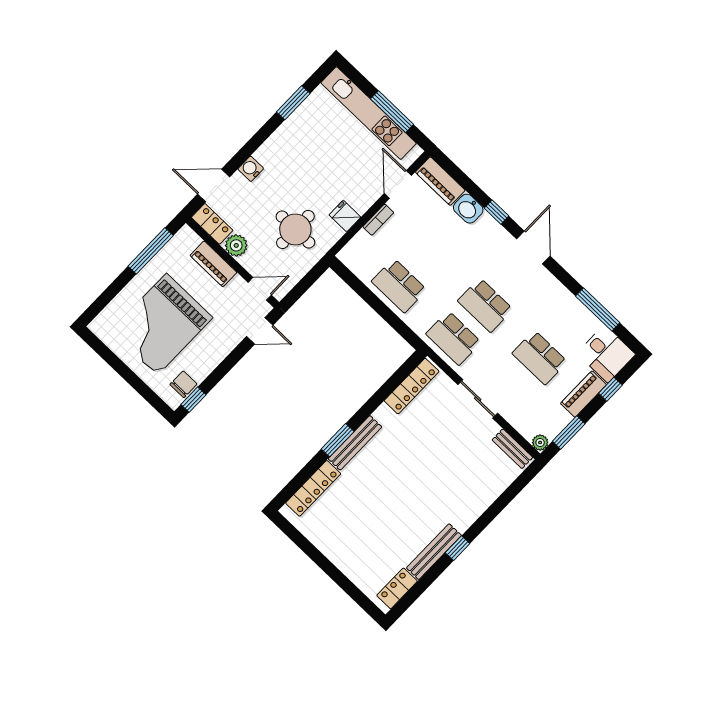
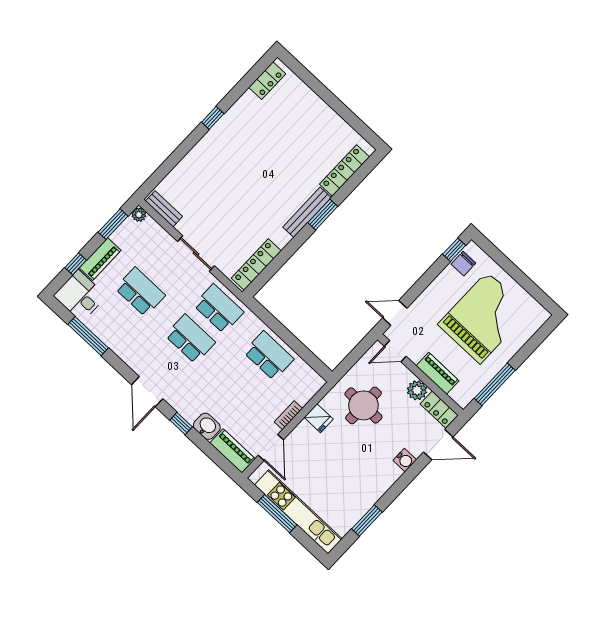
bench: (434, 552) -> (234, 114), removed

